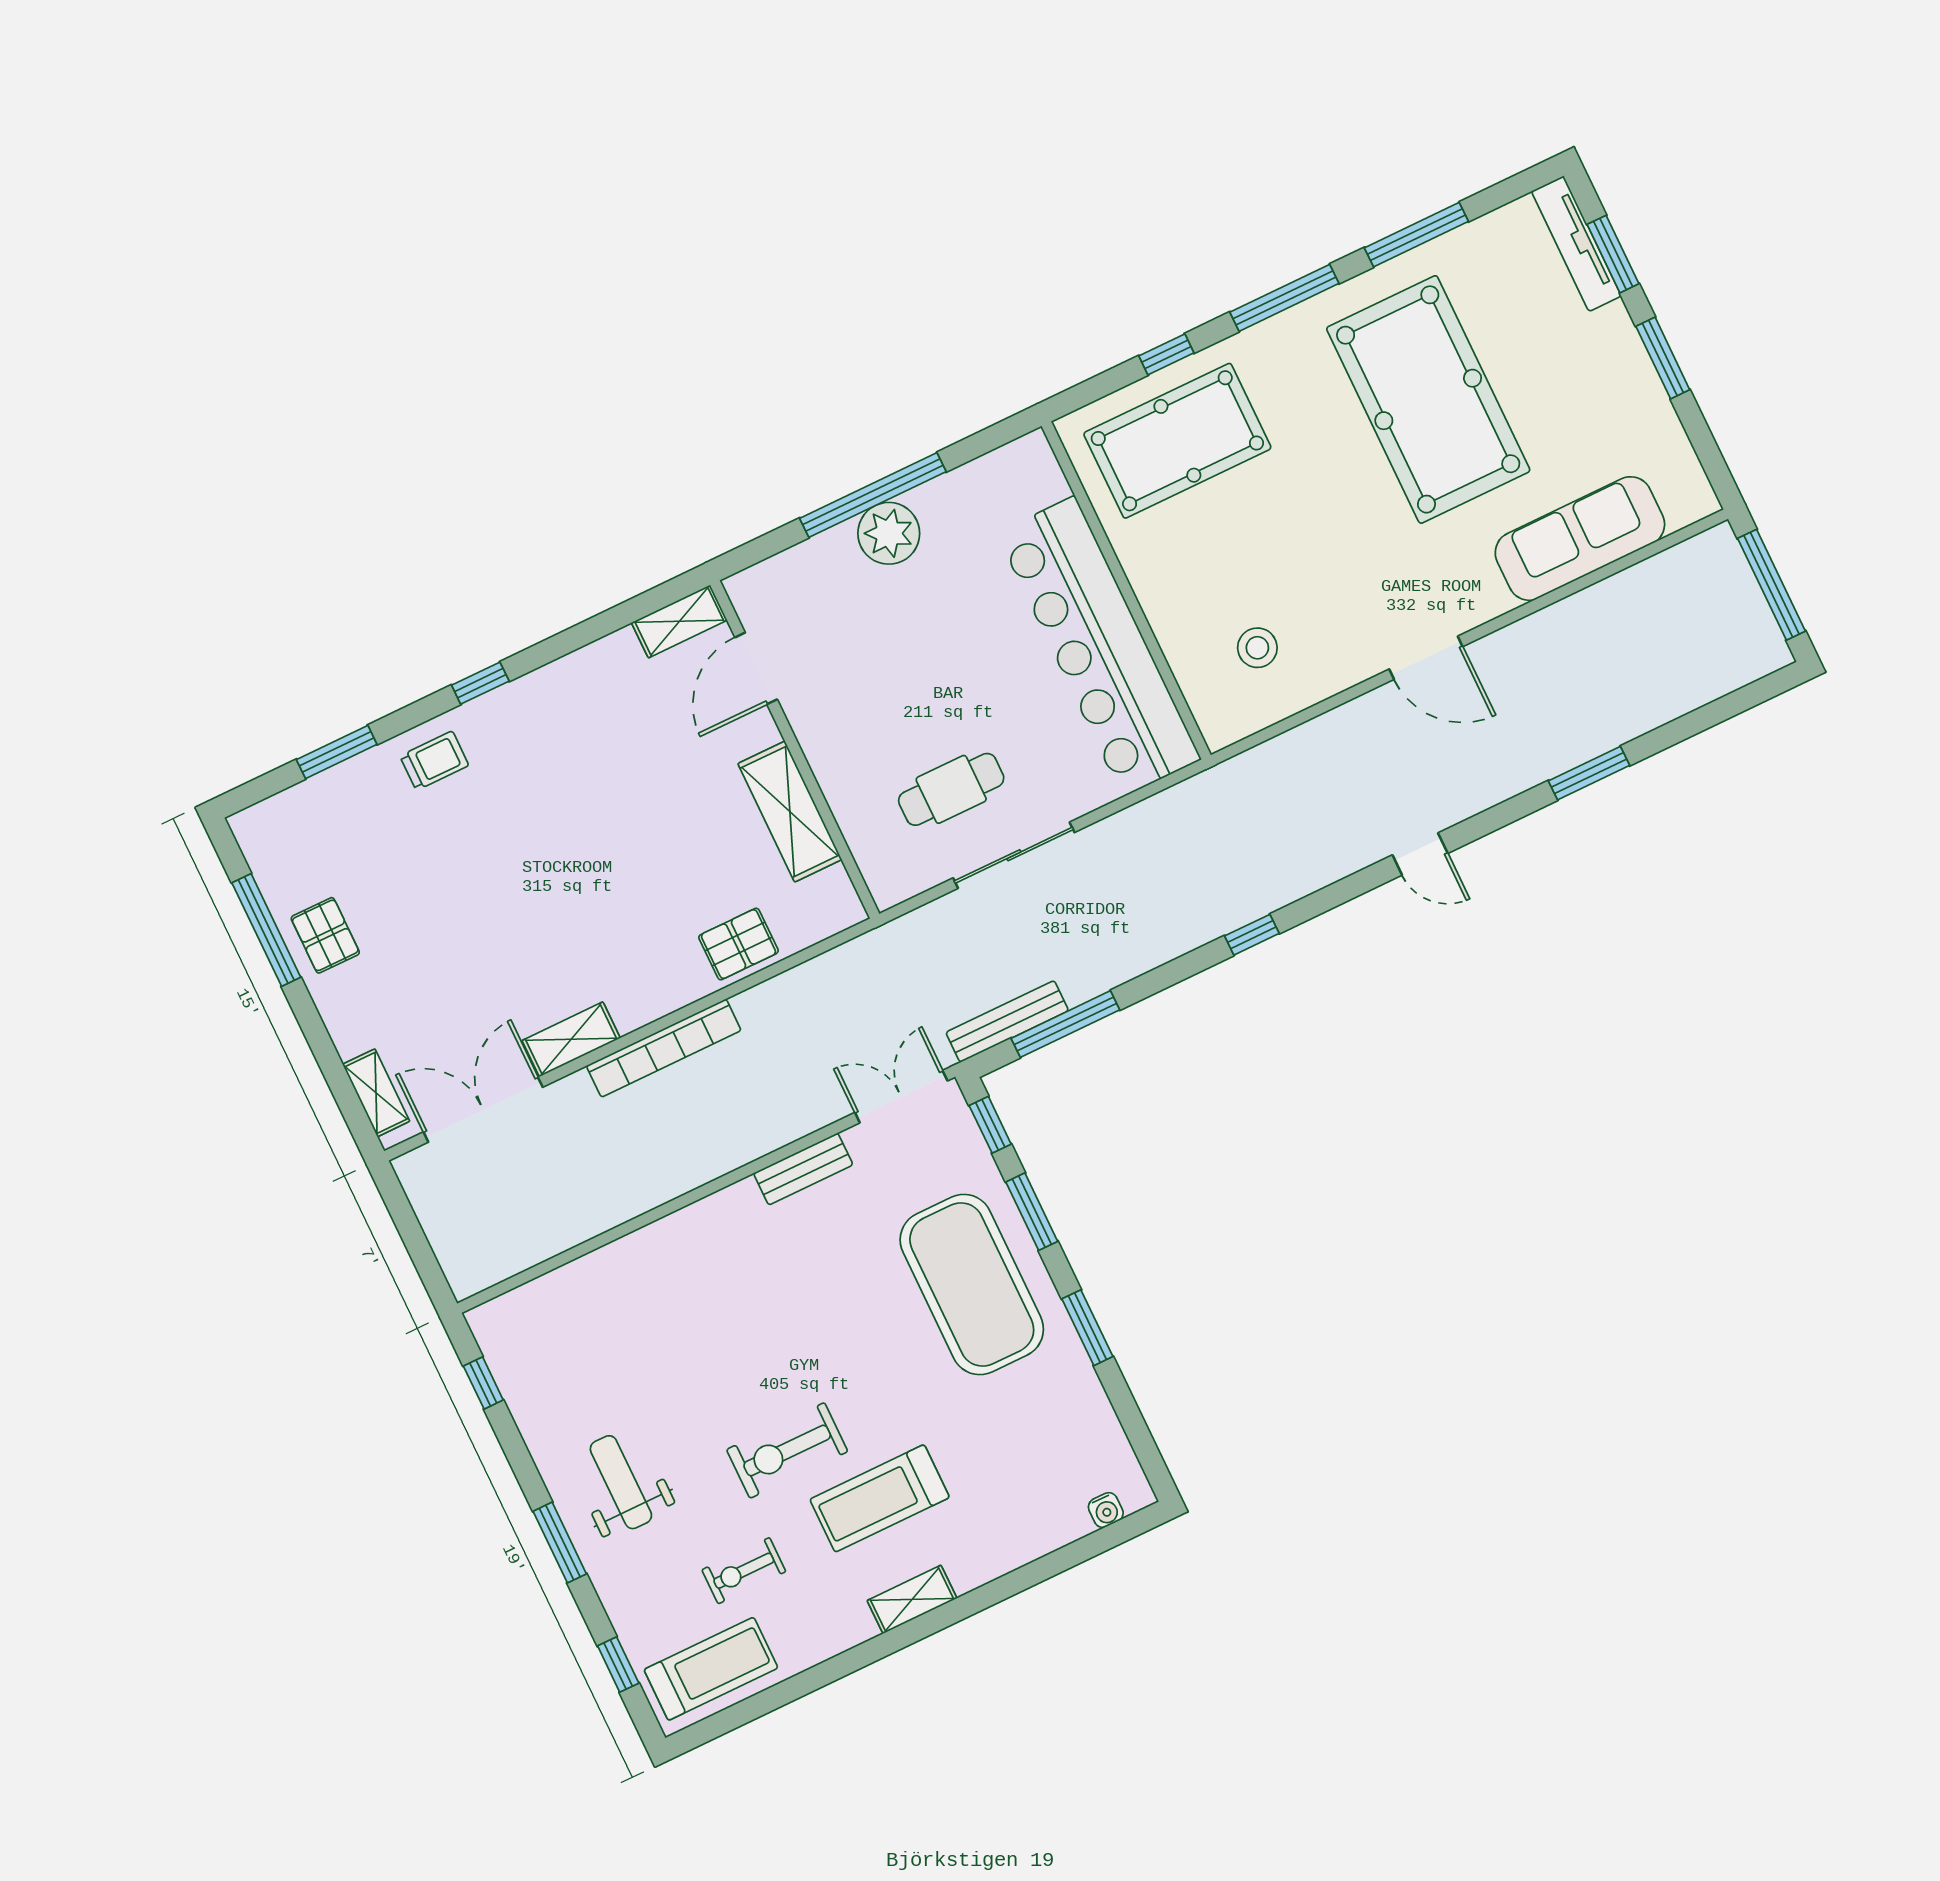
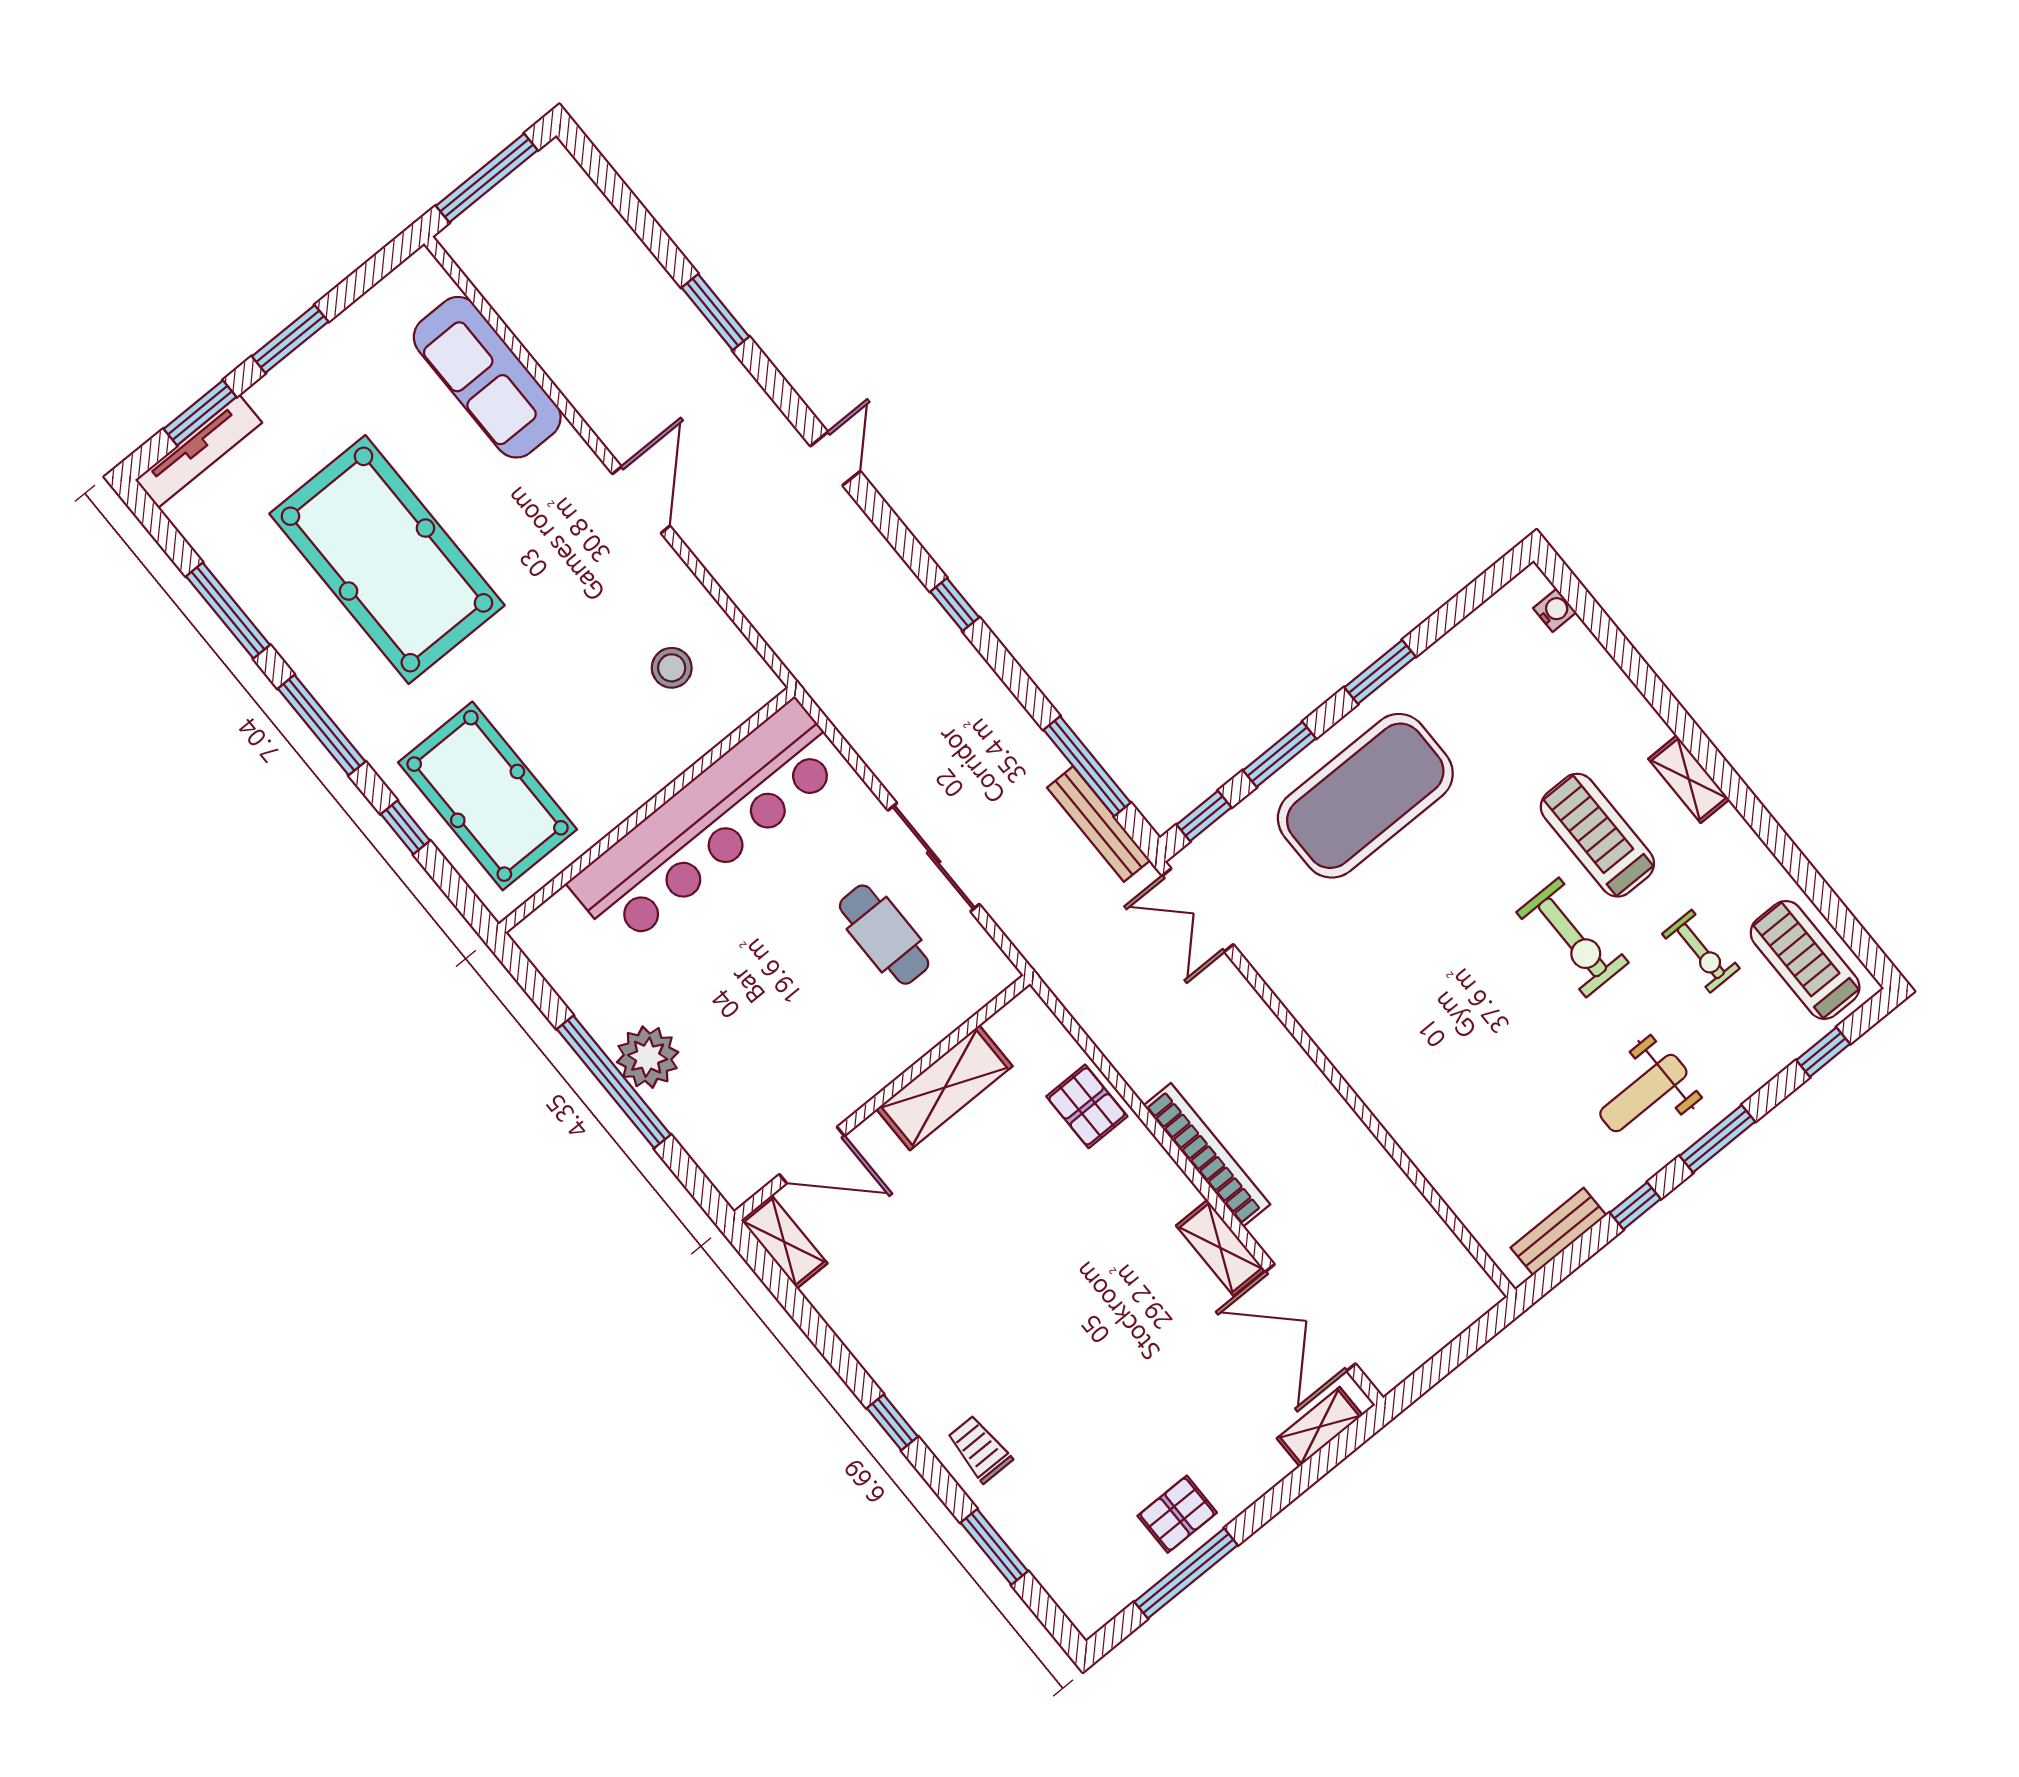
pool table: (1428, 399) -> (387, 560), turned 90
bench: (803, 1169) -> (1558, 1232), moved, turned 90
window: (483, 1383) -> (1635, 1206), moved
treadmill: (880, 1498) -> (1597, 835), turned 180

